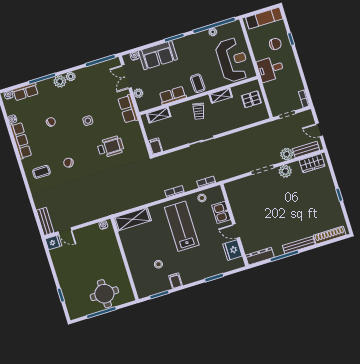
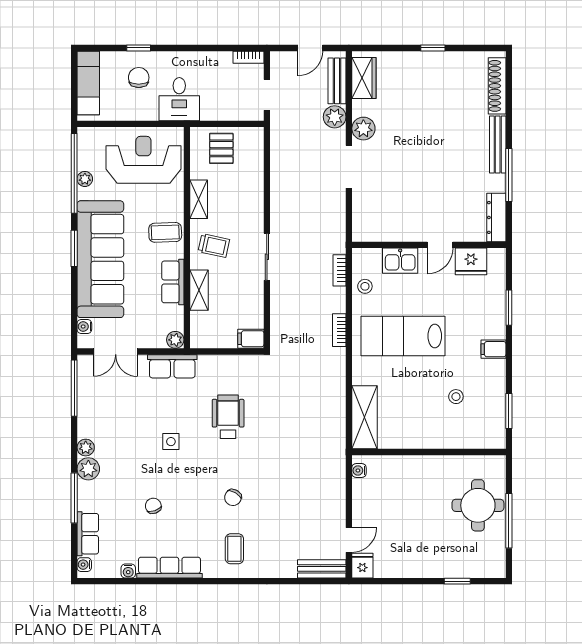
sofa: (158, 55) -> (100, 259), width x1.85, depth x1.27
plant: (138, 93) -> (175, 340), moved
shelving: (159, 115) -> (199, 290), moved
filing cabinet: (175, 281) -> (493, 349), moved

